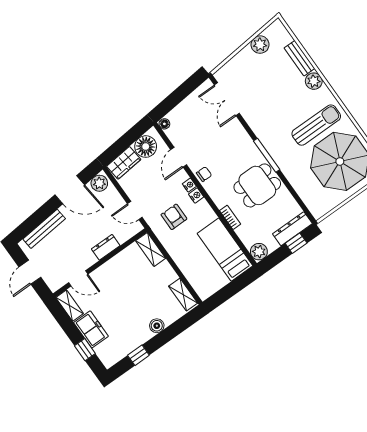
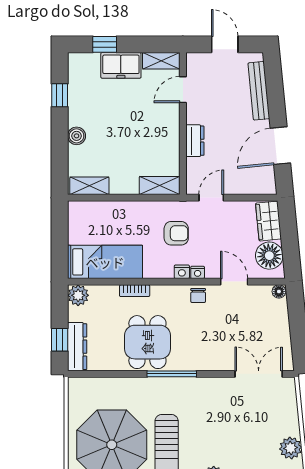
plant: (99, 183) -> (265, 181), removed

